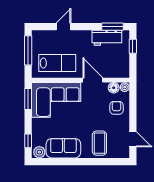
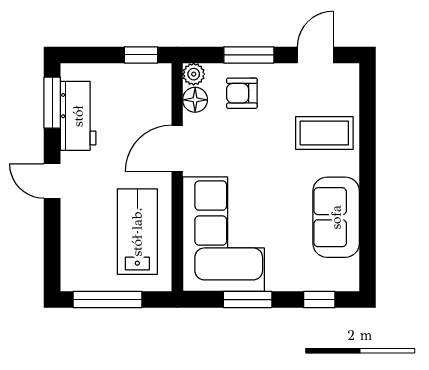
door: (64, 27) -> (52, 181), moved
window: (133, 46) -> (141, 55), moved
window: (28, 99) -> (248, 300), moved
window: (133, 111) -> (249, 55), added
plant: (39, 152) -> (345, 273), removed

